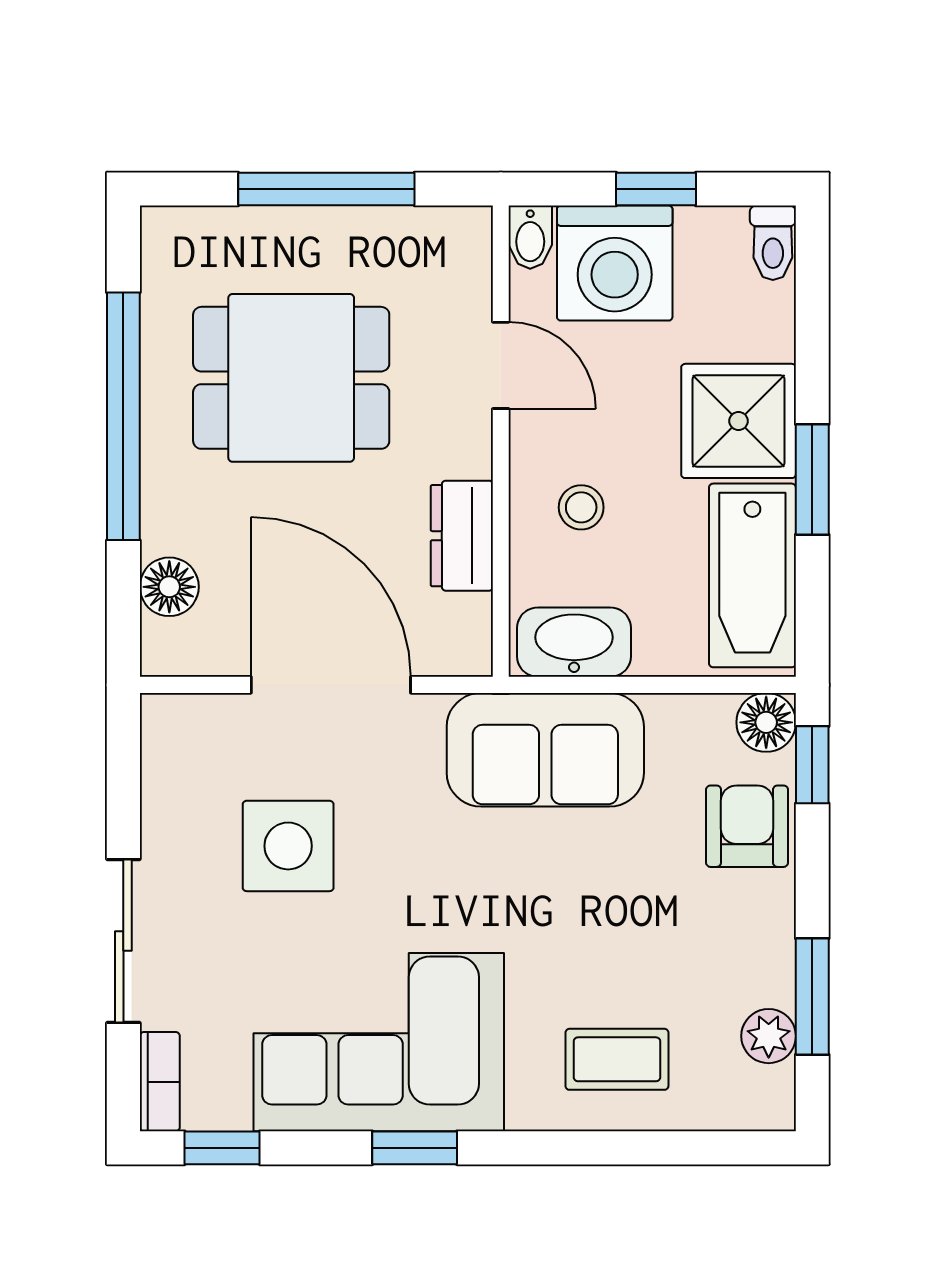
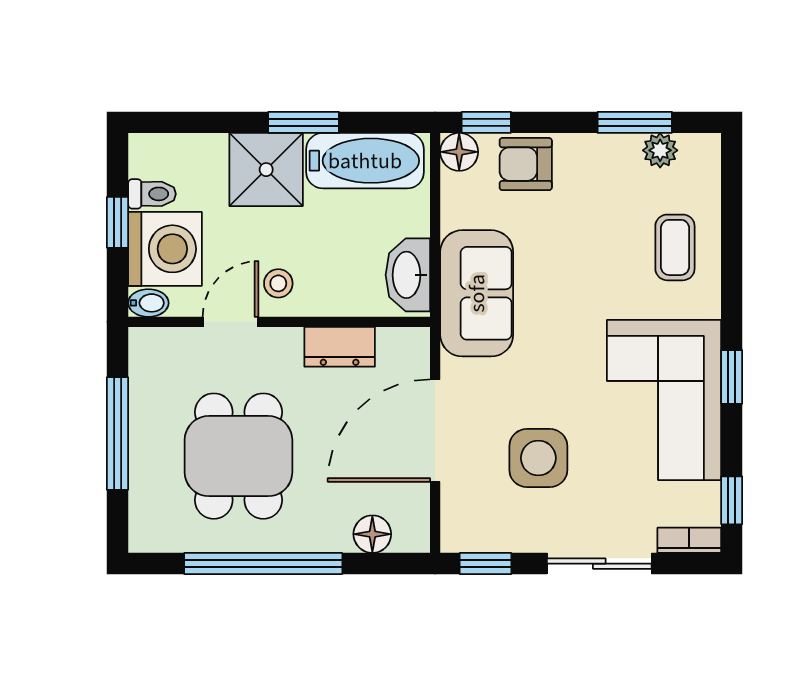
toilet: (773, 243) -> (152, 194), moved
stool: (581, 507) -> (278, 283), moved
window: (123, 763) -> (486, 564), added

